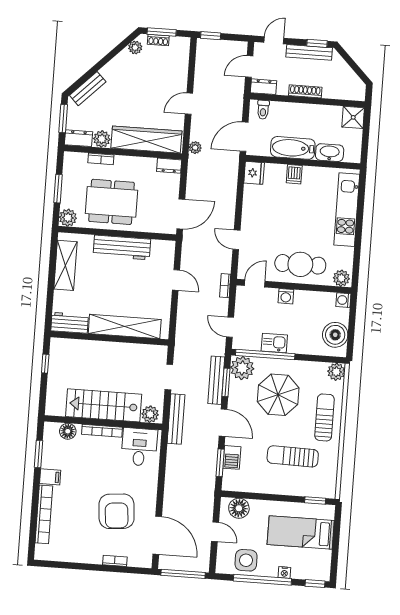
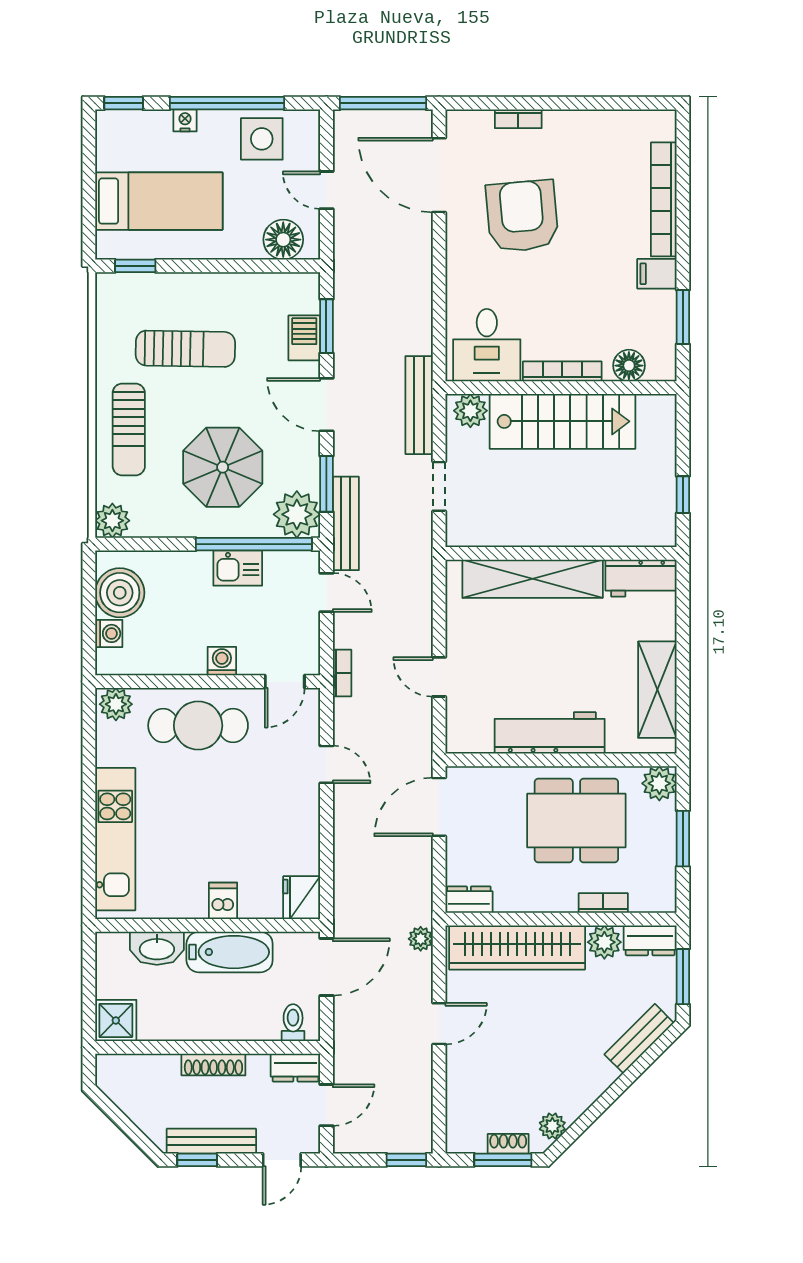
washing machine: (343, 300) -> (109, 633), moved
bench: (216, 380) -> (346, 523), moved

